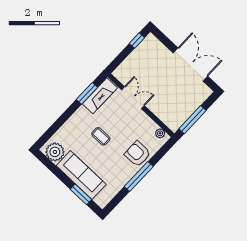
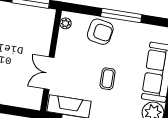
armchair: (138, 154) -> (100, 32), turned -80

